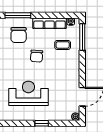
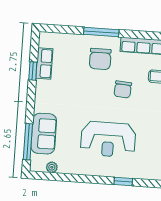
reception desk: (28, 93) -> (108, 139), turned 180

